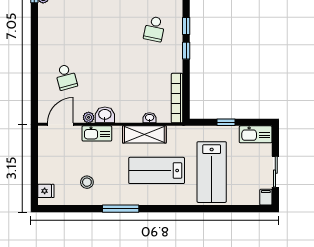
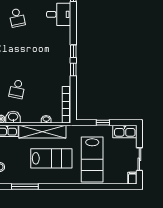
school desk: (154, 29) -> (17, 89), moved
shelving: (144, 134) -> (42, 132), width x1.47
lab bench: (157, 170) -> (51, 158), turned 180

